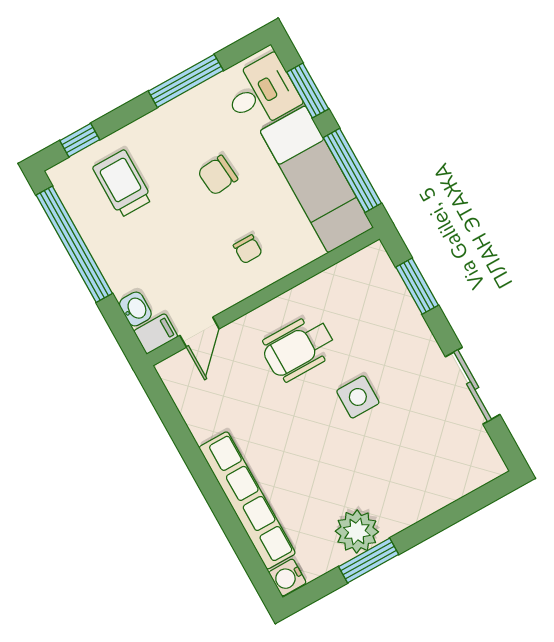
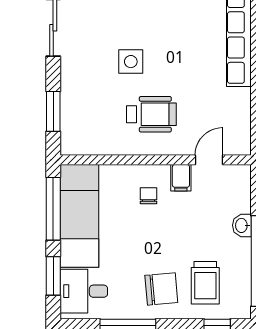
chair: (218, 175) -> (161, 289), moved, width x1.37, depth x1.37
washbasin: (135, 309) -> (242, 225), moved
filing cabinet: (156, 334) -> (181, 178), moved, turned -90

